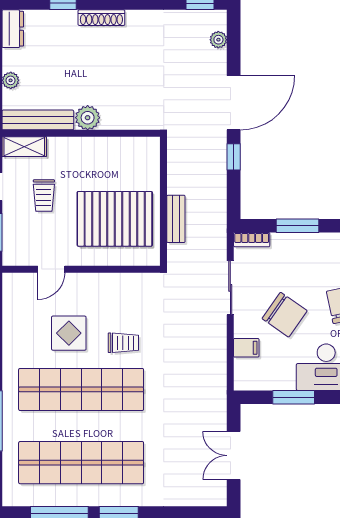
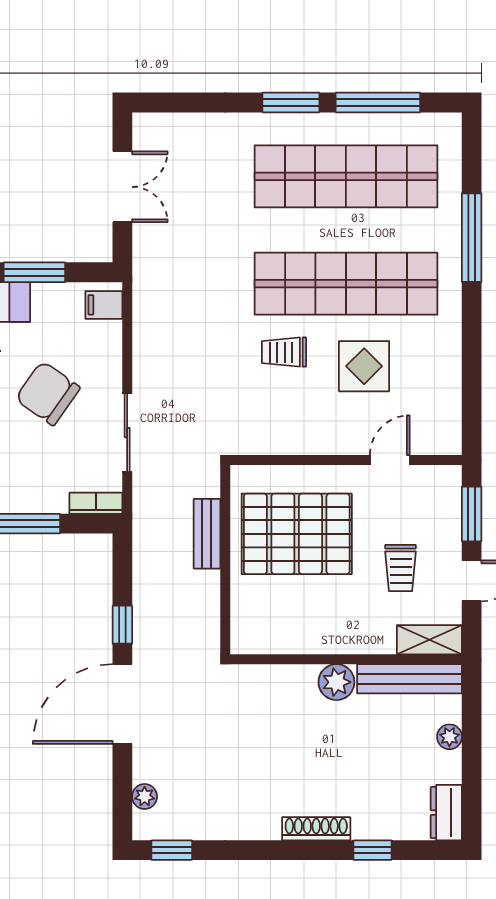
trolley: (44, 195) -> (401, 568), turned 180
filing cabinet: (246, 348) -> (104, 305), moved

